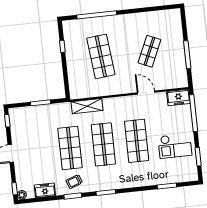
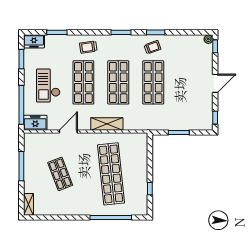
shelving: (177, 19) -> (28, 204), added
shop shelf: (149, 51) -> (60, 174), turned -45
shop shelf: (101, 56) -> (111, 174), width x1.40
door: (146, 93) -> (68, 131), swing flipped
shelving: (87, 106) -> (107, 124), moved
checkout: (175, 146) -> (48, 86), moved, turned -90
trolley: (136, 175) -> (88, 47), added
freezer: (45, 190) -> (34, 41), moved

